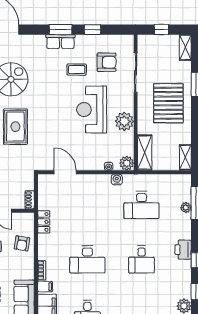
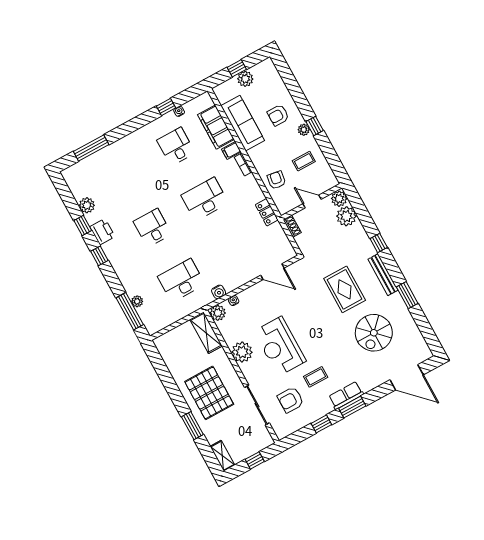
reception desk: (92, 110) -> (280, 346), turned 180
shelving: (185, 157) -> (164, 350), removed
printer: (183, 250) -> (102, 232), moved

